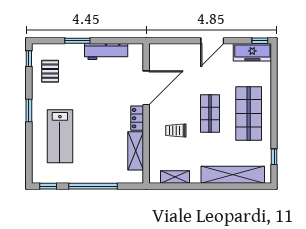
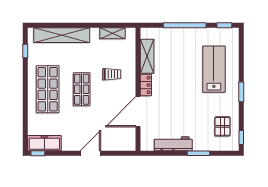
door: (212, 41) -> (90, 153), moved

